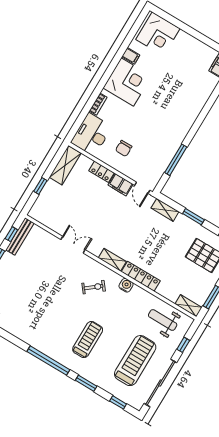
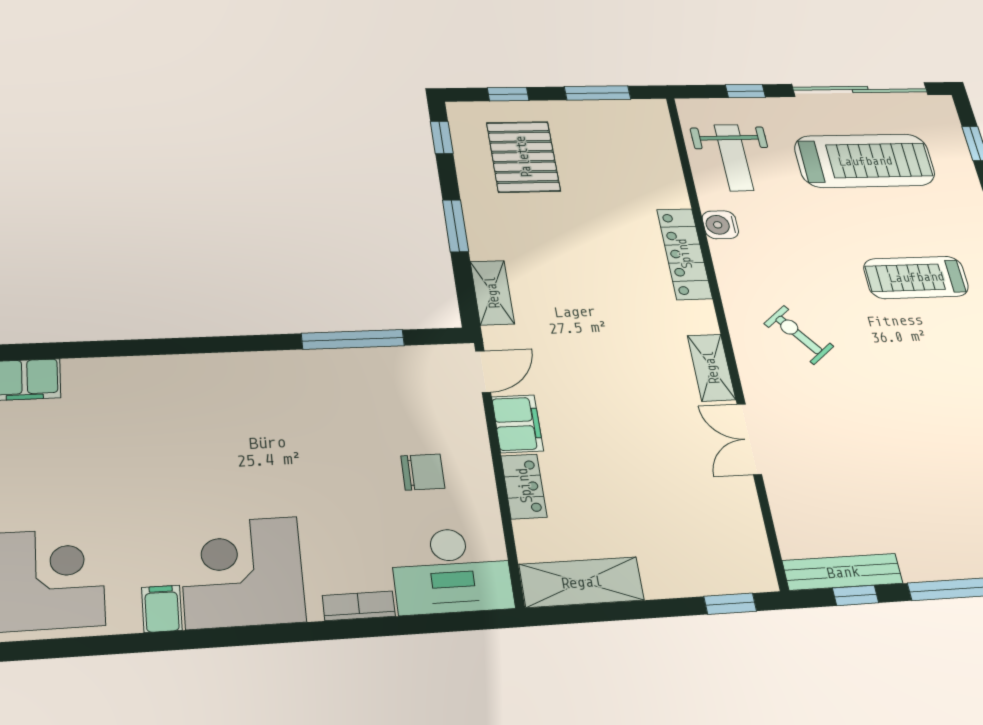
window: (40, 186) -> (730, 604), moved
shelving: (112, 260) -> (711, 368), moved
water cooler: (126, 285) -> (720, 225), moved
shelving: (189, 306) -> (657, 126), removed
treadmill: (135, 361) -> (865, 161), turned 180

